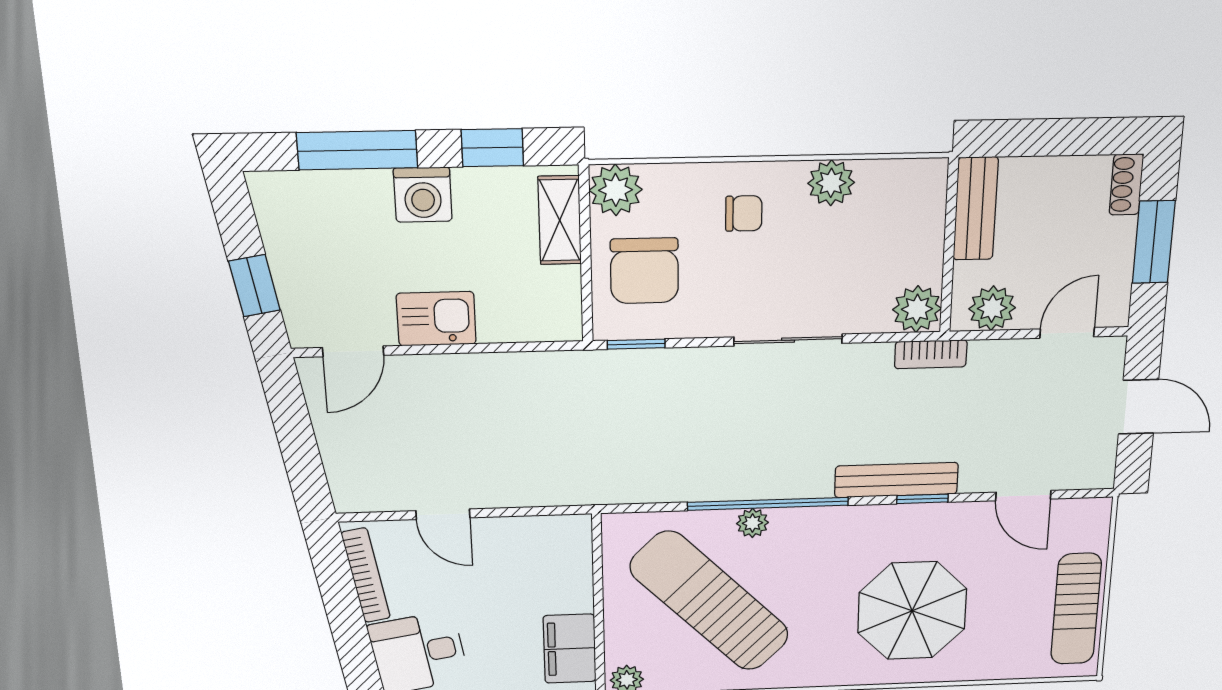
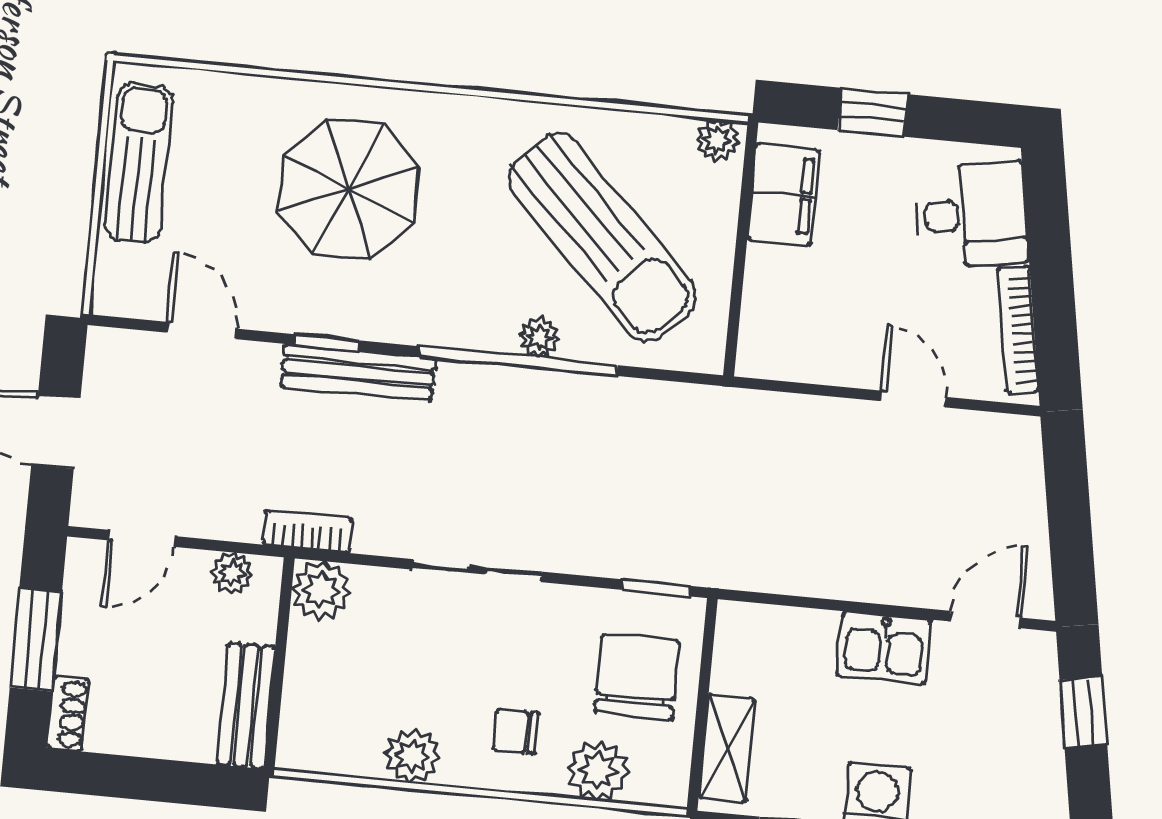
plant: (616, 190) -> (598, 770), moved
plant: (992, 308) -> (232, 573), width x0.73, depth x0.73

